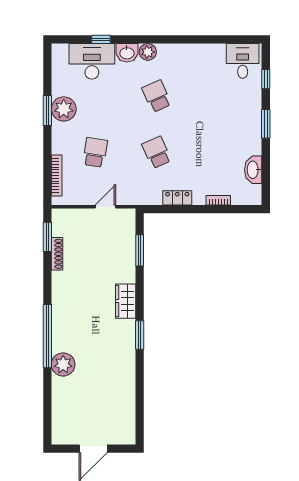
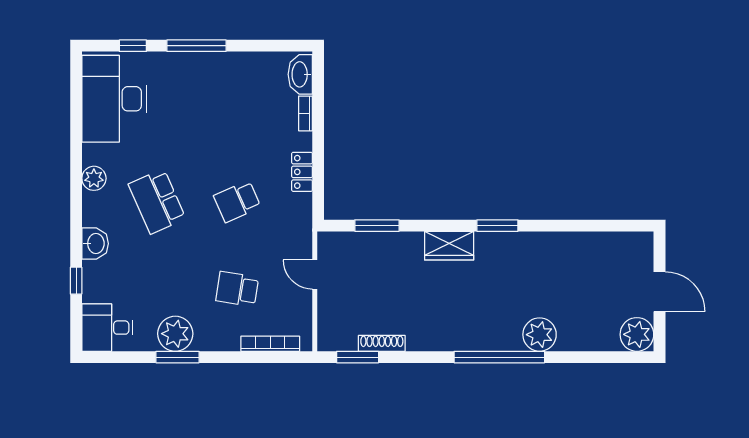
plant: (148, 52) -> (94, 178), moved
desk: (92, 61) -> (107, 328), moved, width x0.73
desk: (243, 61) -> (114, 99), width x1.87, depth x1.30
school desk: (157, 96) -> (157, 201), width x1.85
window: (266, 124) -> (196, 46), width x1.44
washbasin: (253, 170) -> (300, 74), moved, turned 90
plant: (63, 433) -> (637, 334), added

